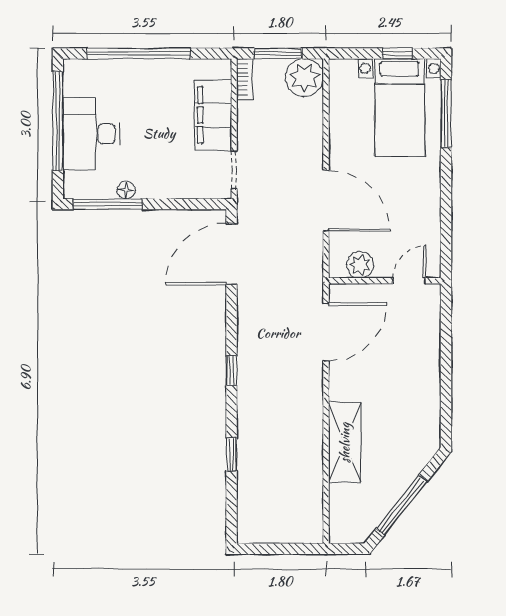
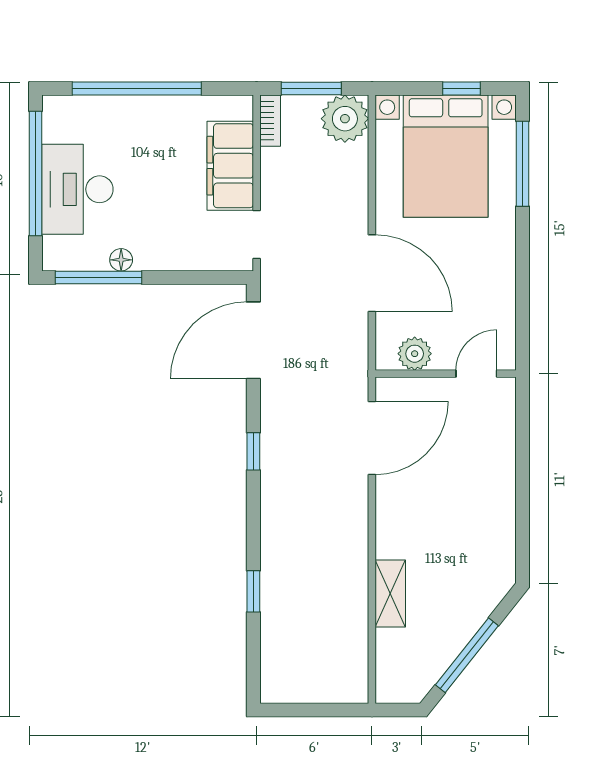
bed with nightstands: (400, 107) -> (446, 156), width x1.36
window: (232, 371) -> (253, 451), moved
shelving: (345, 443) -> (390, 593), width x0.67, depth x0.75

